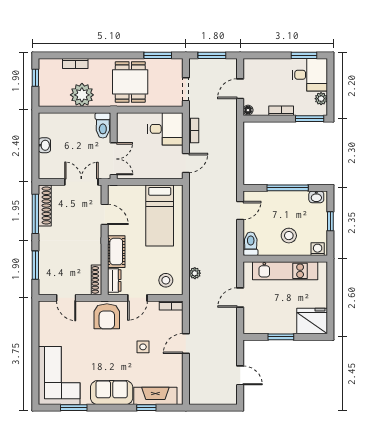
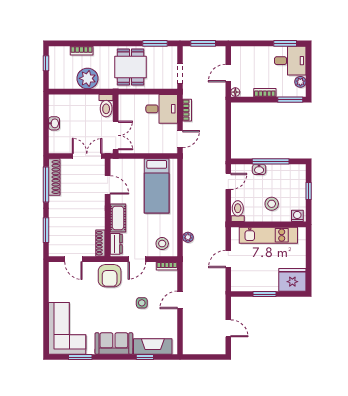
washbasin: (316, 197) -> (259, 169), moved

